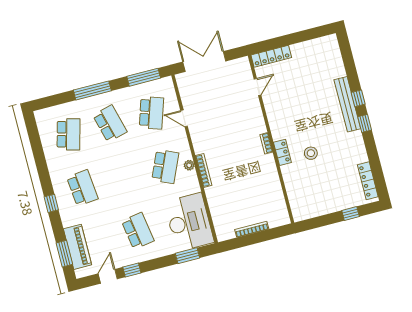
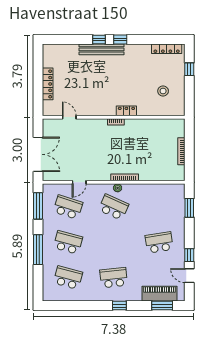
locker: (271, 56) -> (48, 84), moved
double door: (204, 61) -> (38, 154), swing flipped
school desk: (110, 124) -> (68, 242), turned 30
stool: (311, 153) -> (163, 91), moved
desk: (189, 222) -> (163, 200), removed

